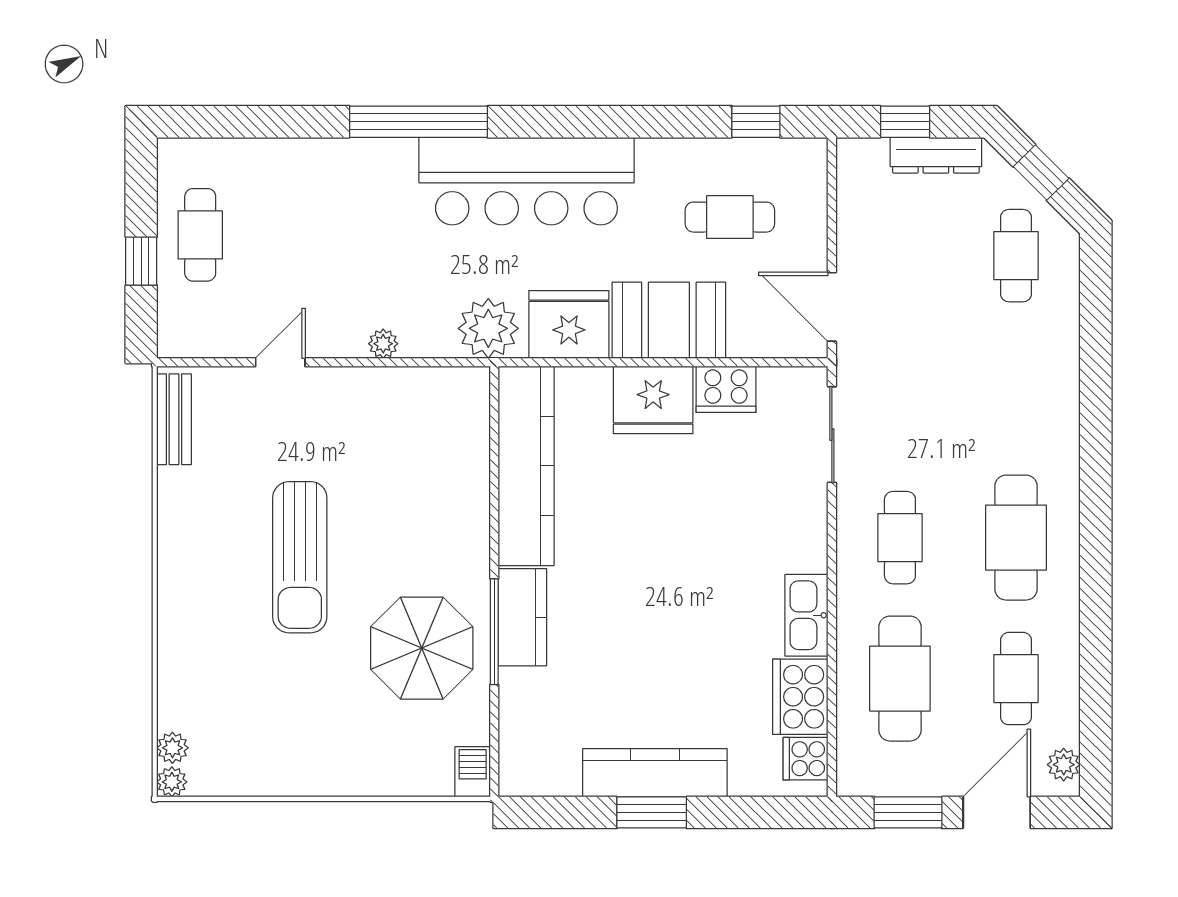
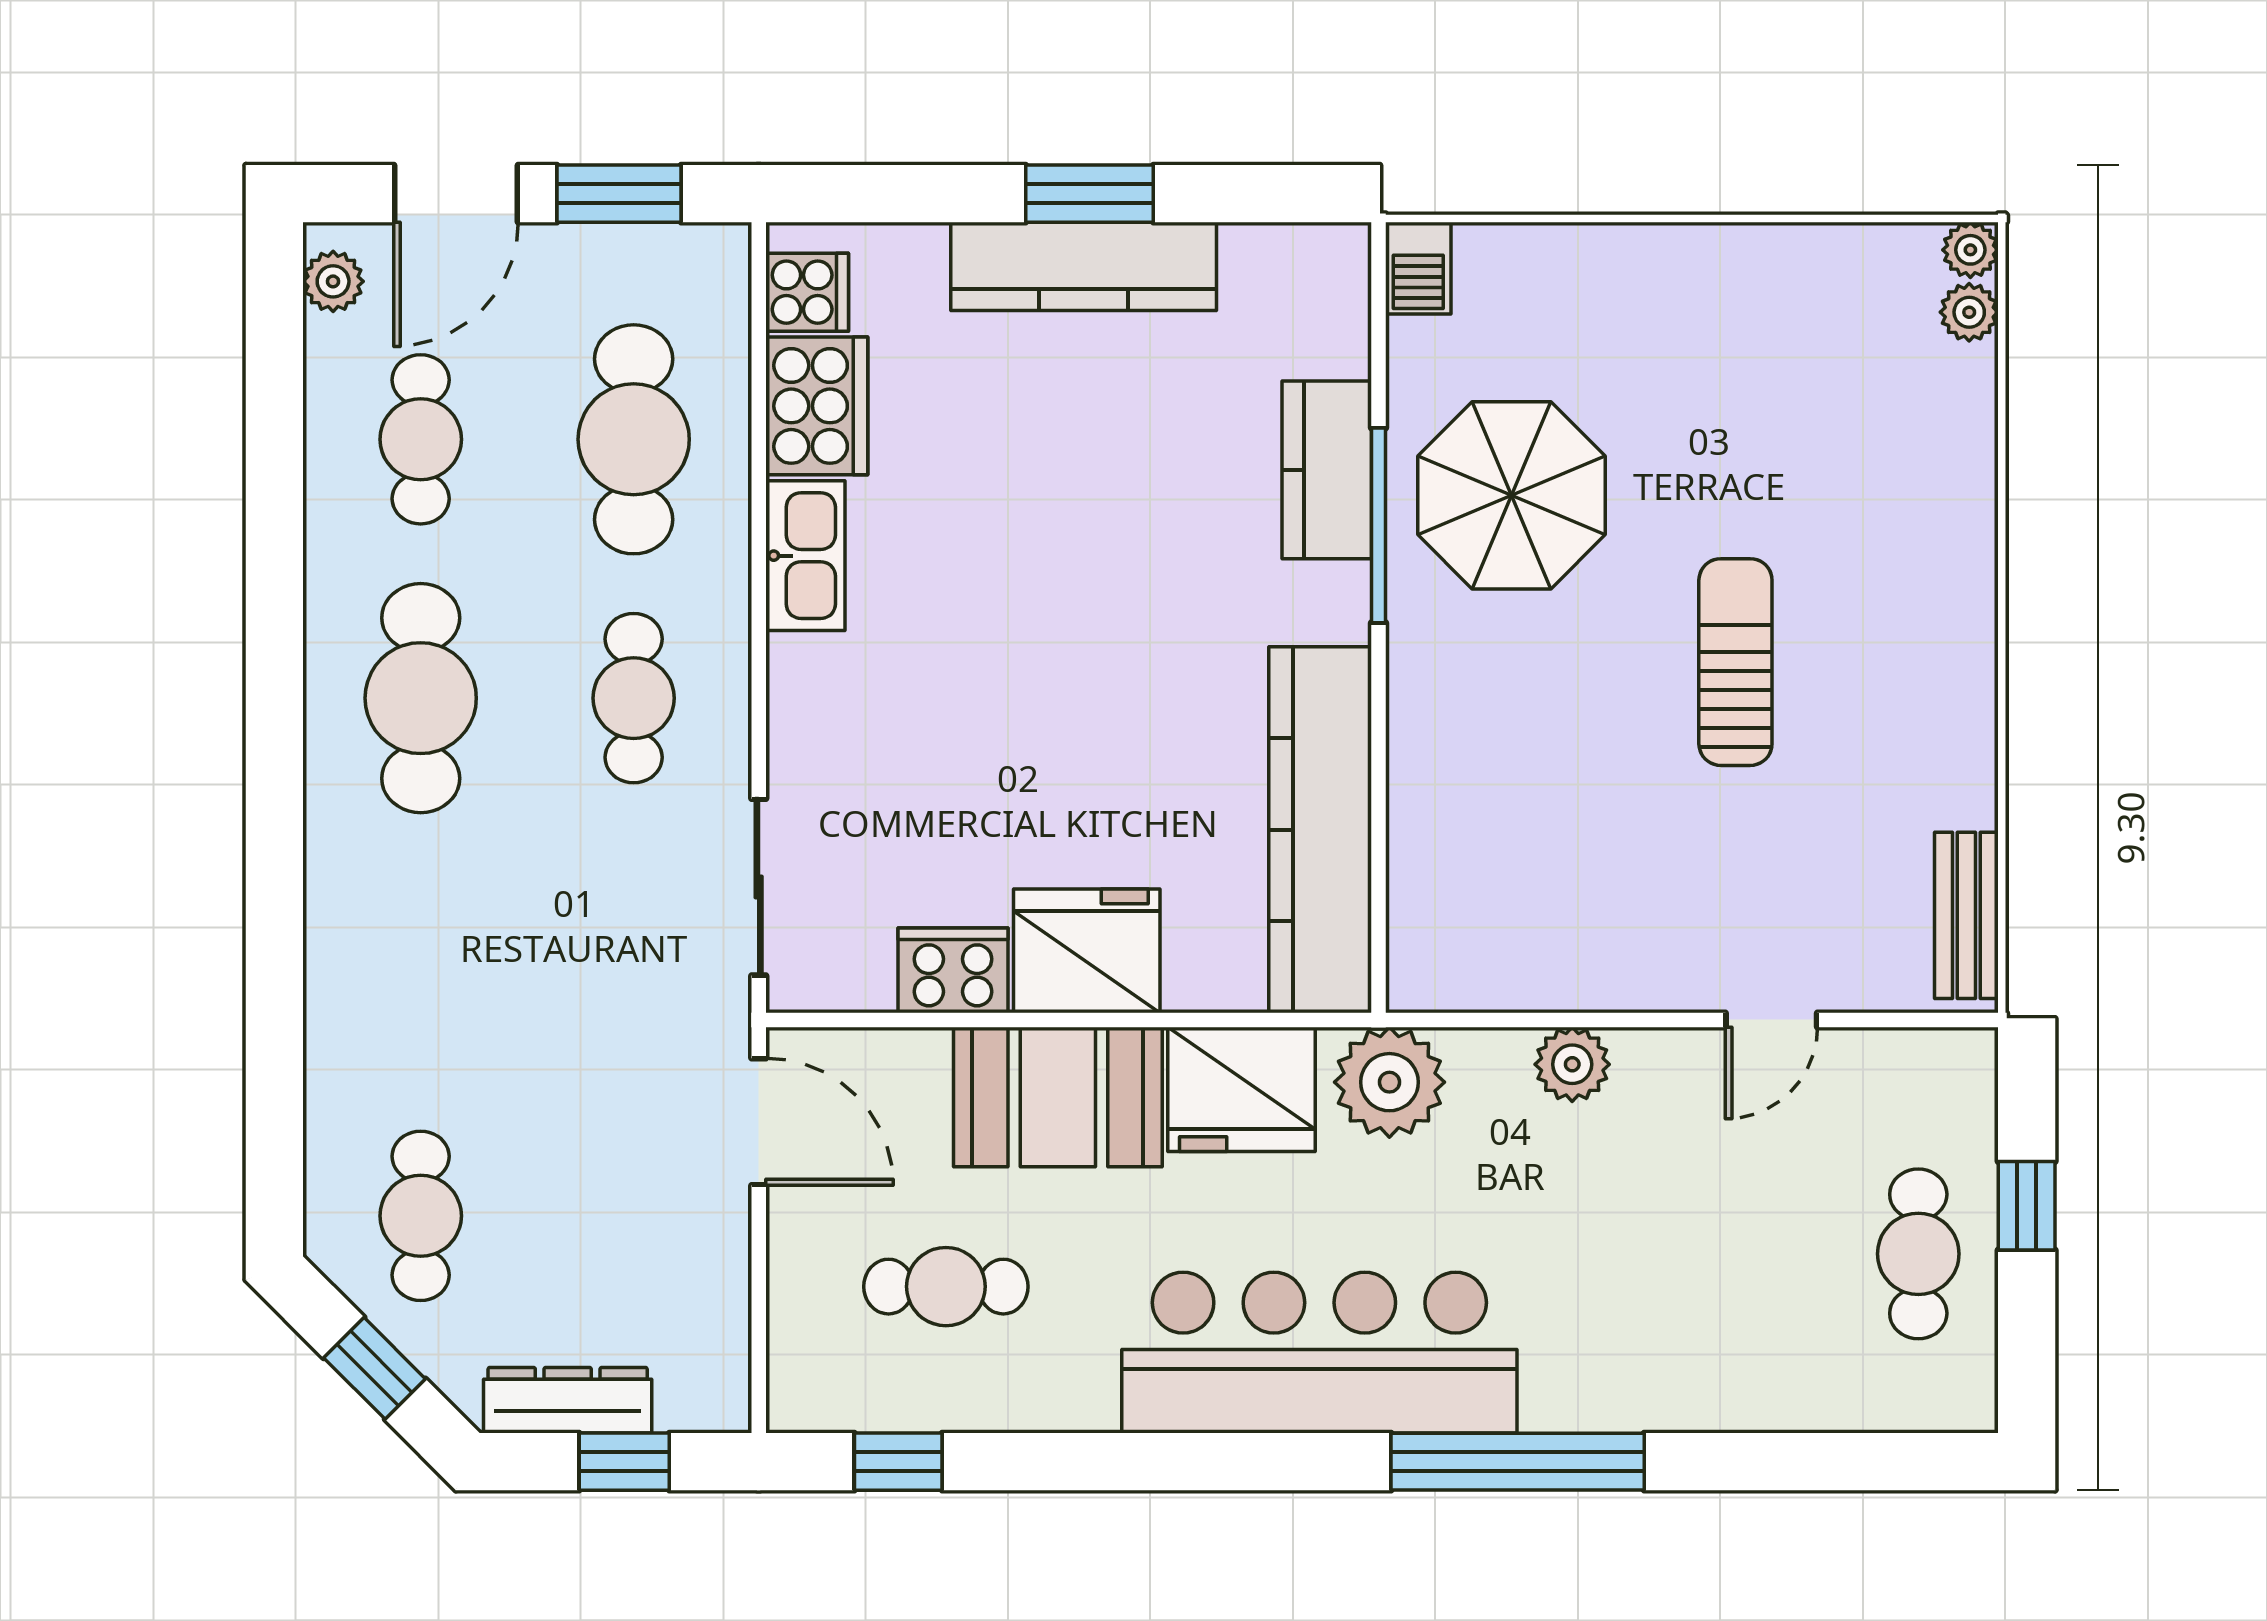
plant: (383, 344) -> (1572, 1064), width x1.38, depth x1.38
sun lounger: (300, 557) -> (1735, 662), width x0.73, depth x0.75
kitchen counter: (522, 617) -> (1327, 470), moved

